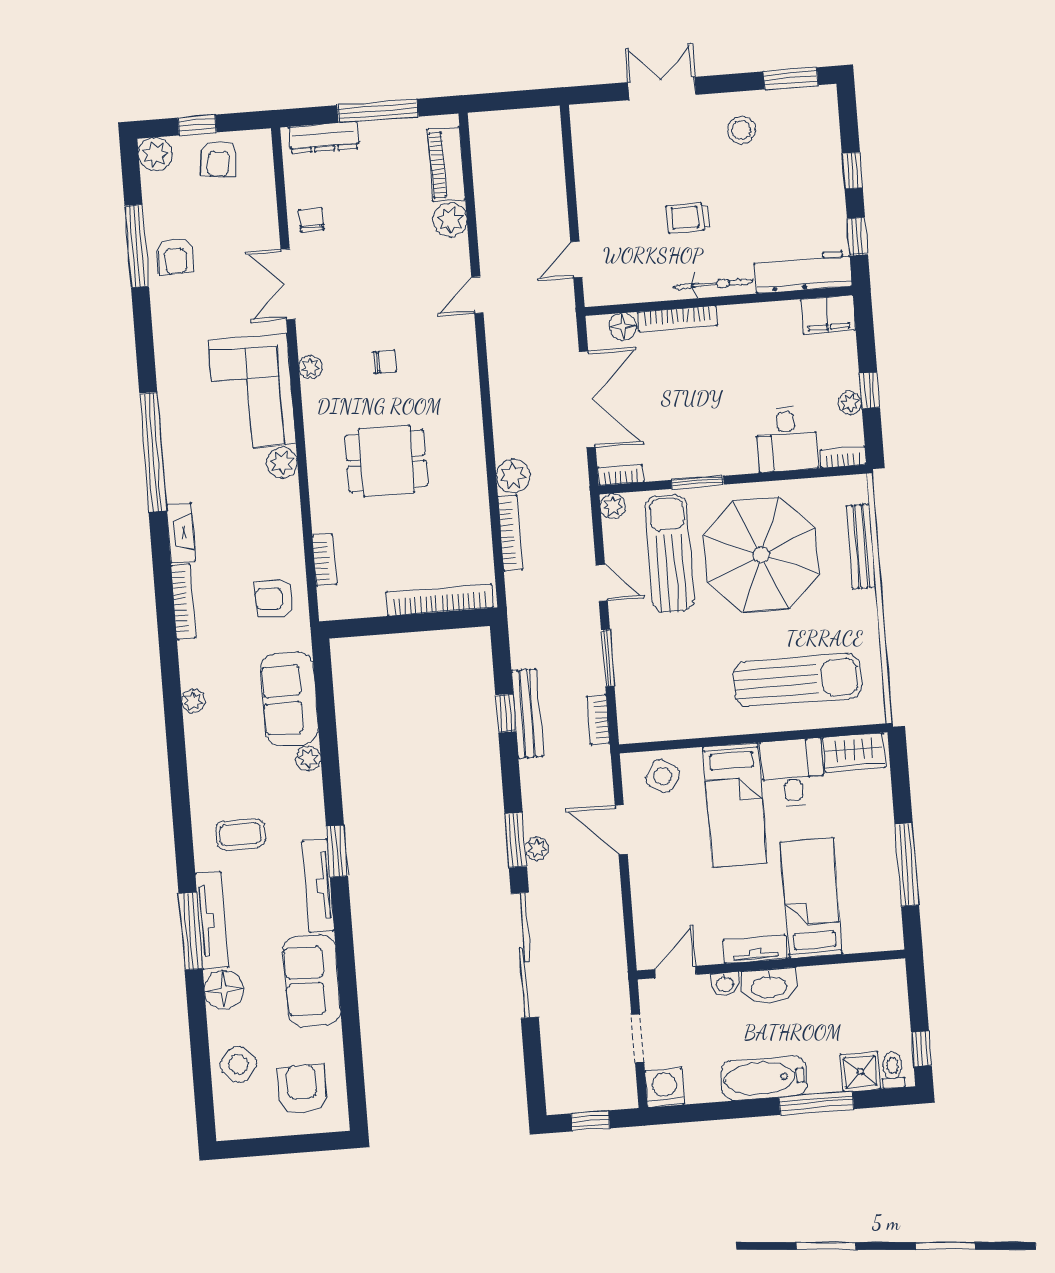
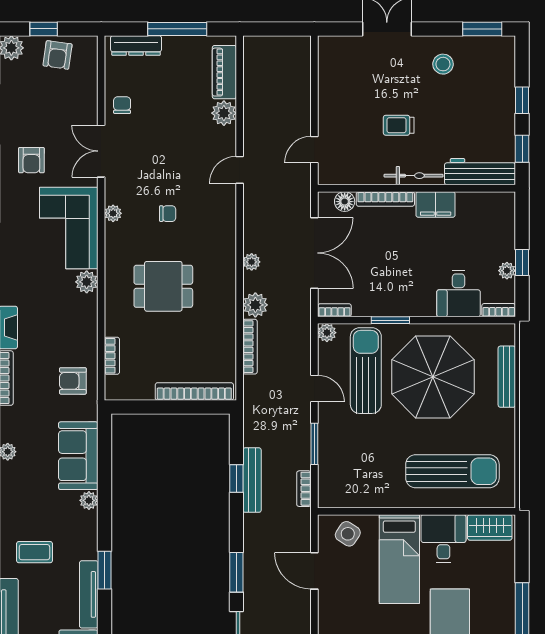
armchair: (175, 256) -> (31, 160), moved
filing cabinet: (828, 315) -> (436, 205), moved
plant: (537, 848) -> (252, 262), moved

